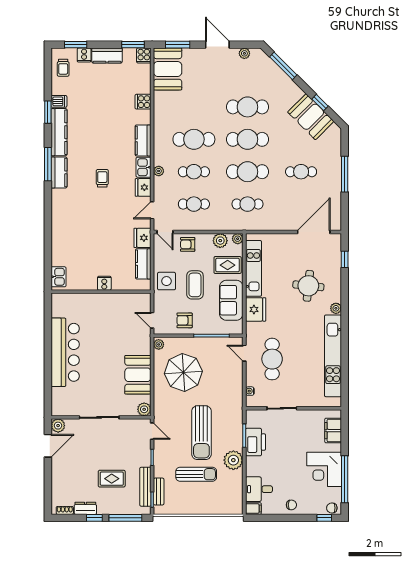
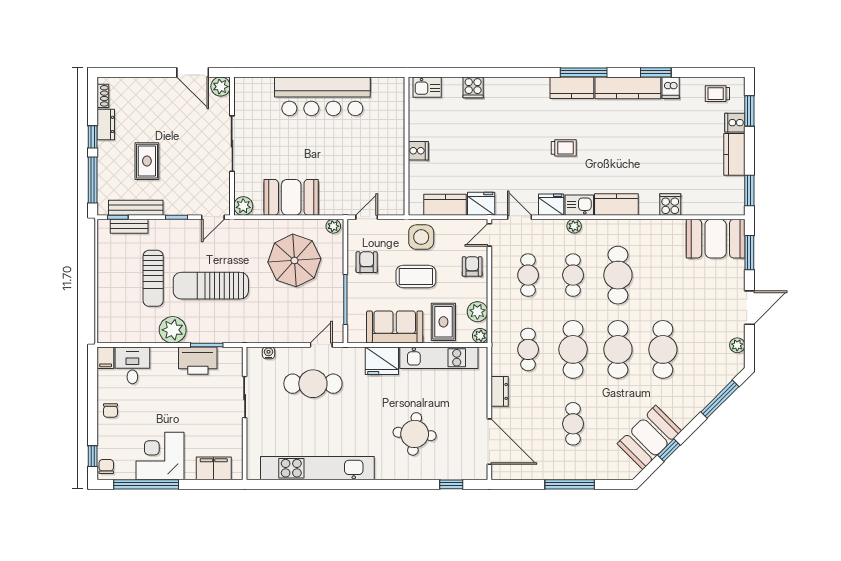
cooker: (144, 55) -> (473, 87), moved, turned -90
dresser: (278, 225) -> (500, 391), added
plant: (336, 308) -> (383, 472), removed

